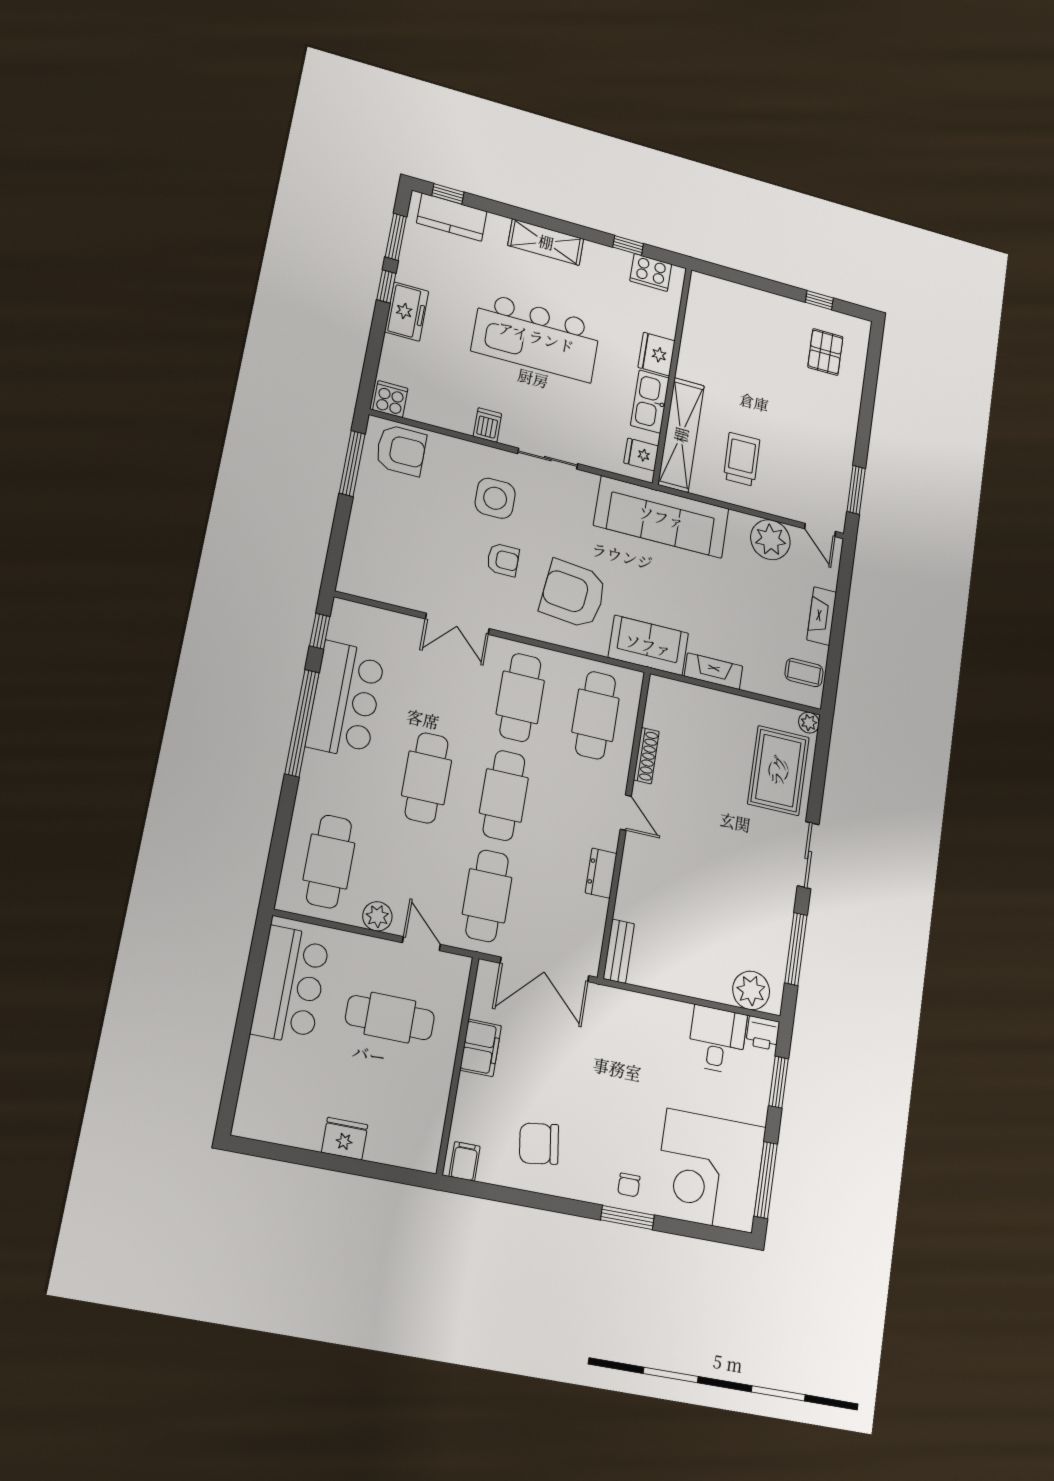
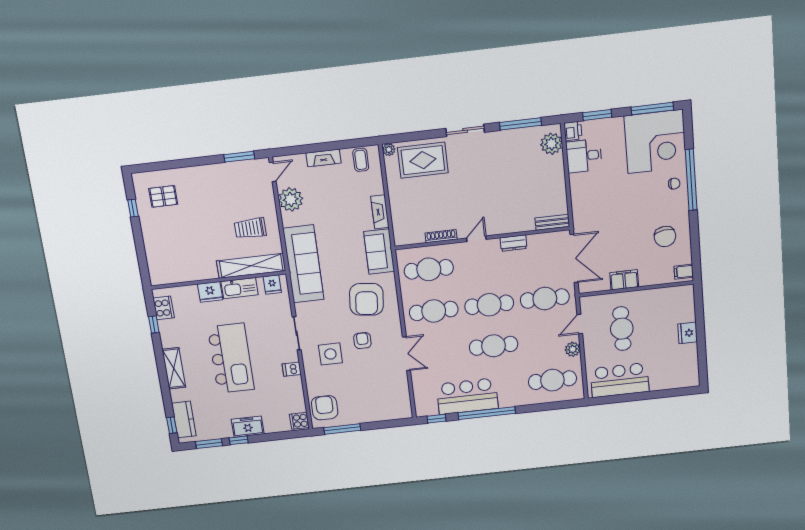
window: (627, 1218) -> (691, 180), width x2.11

